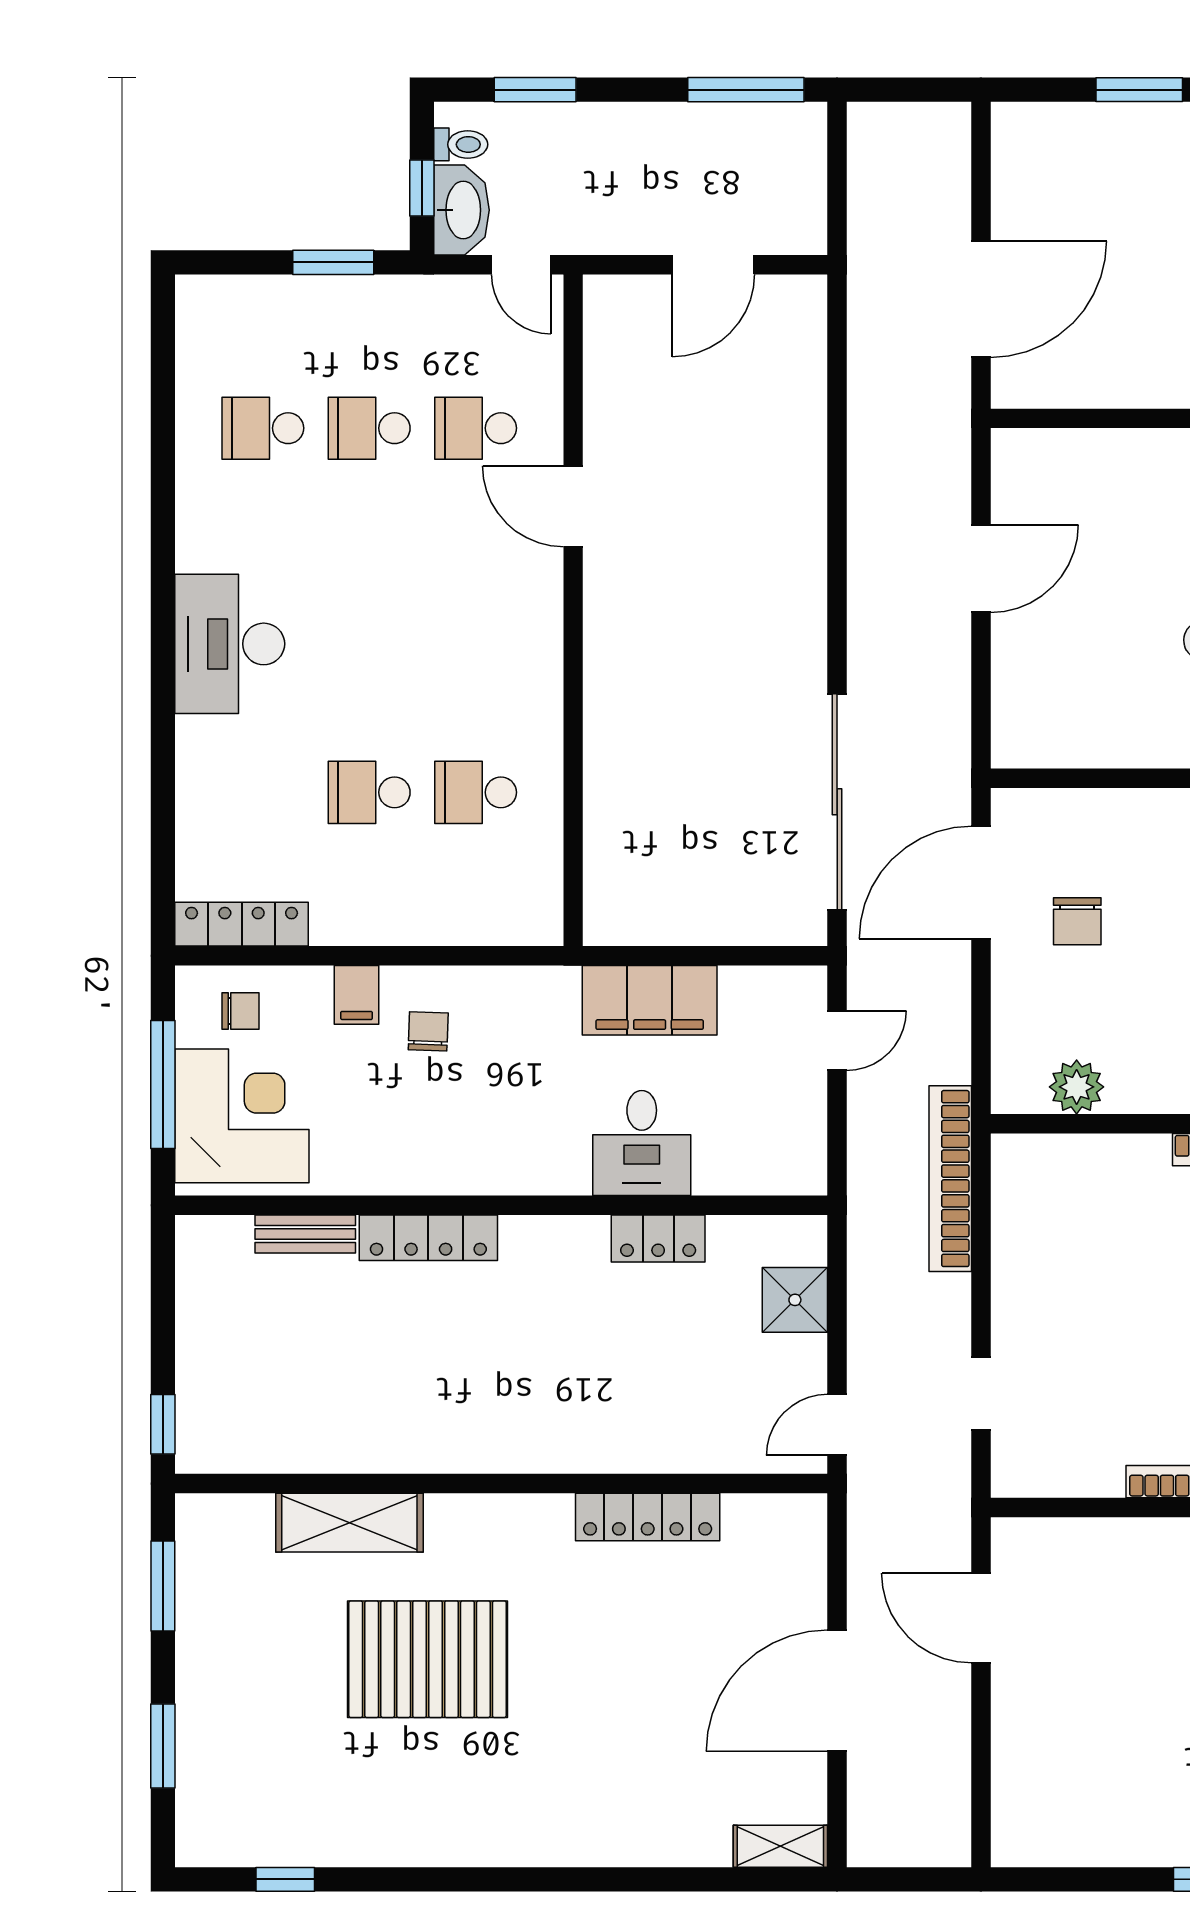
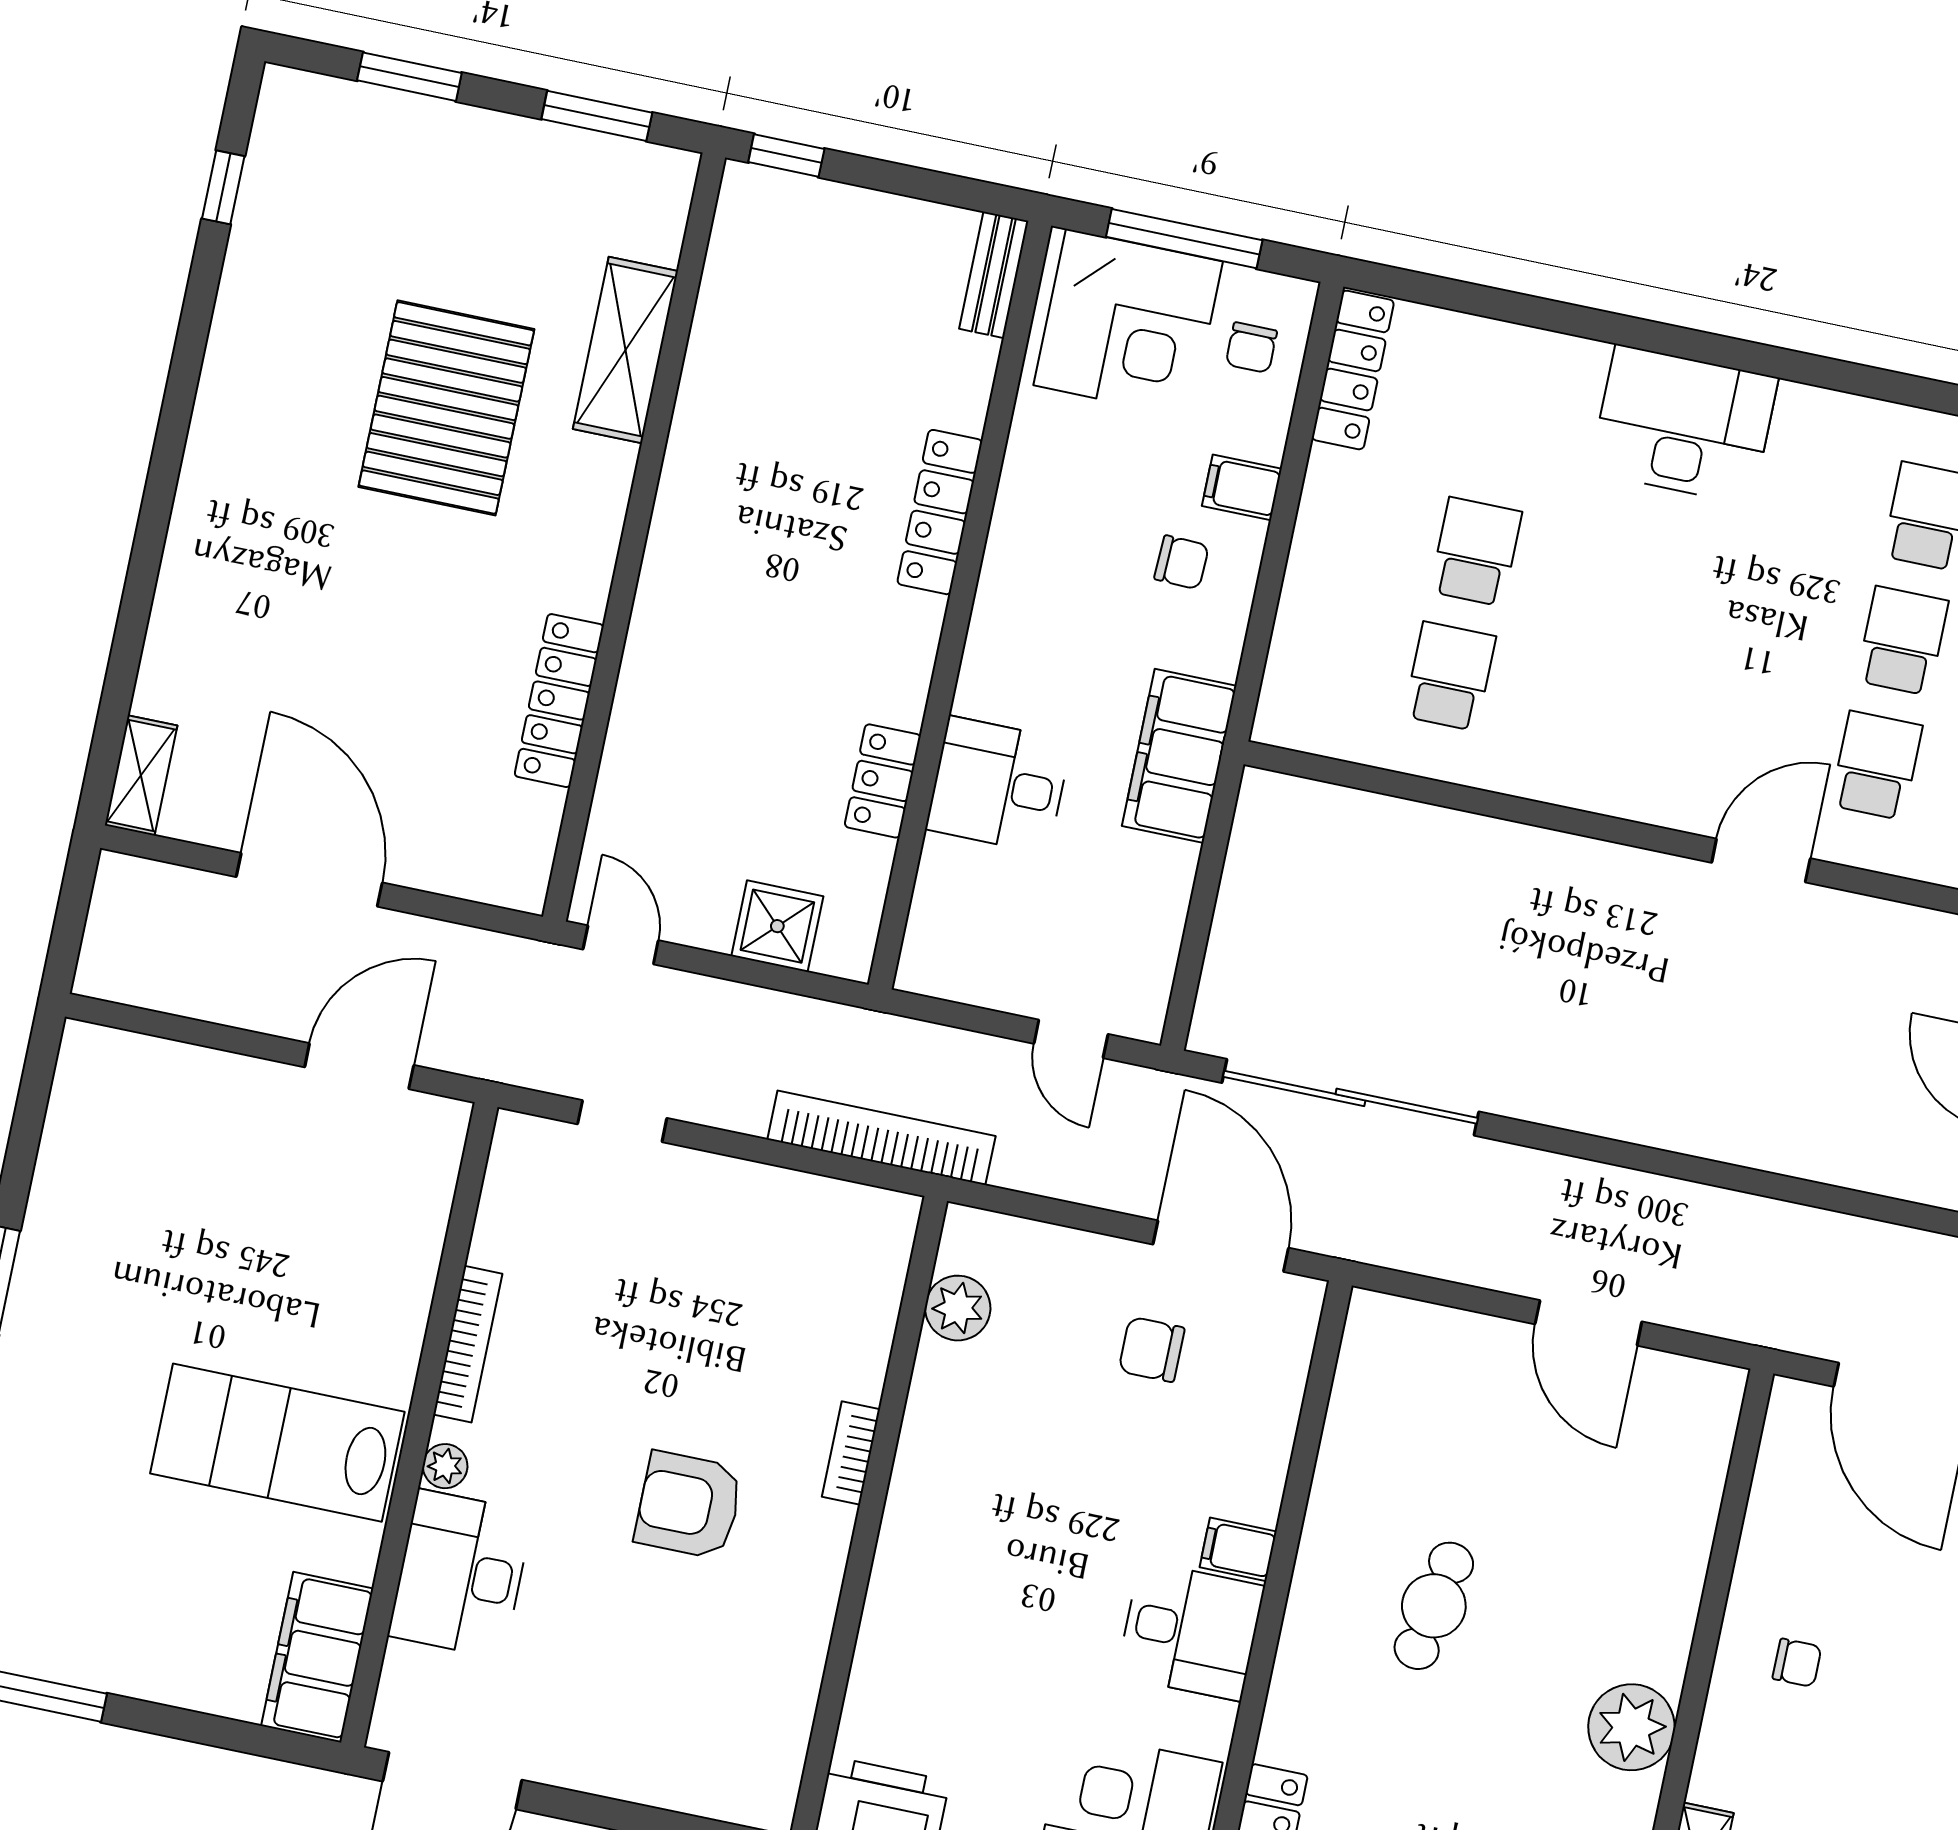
filing cabinet: (650, 1000) -> (1179, 756), moved
bench: (305, 1234) -> (994, 275), moved

